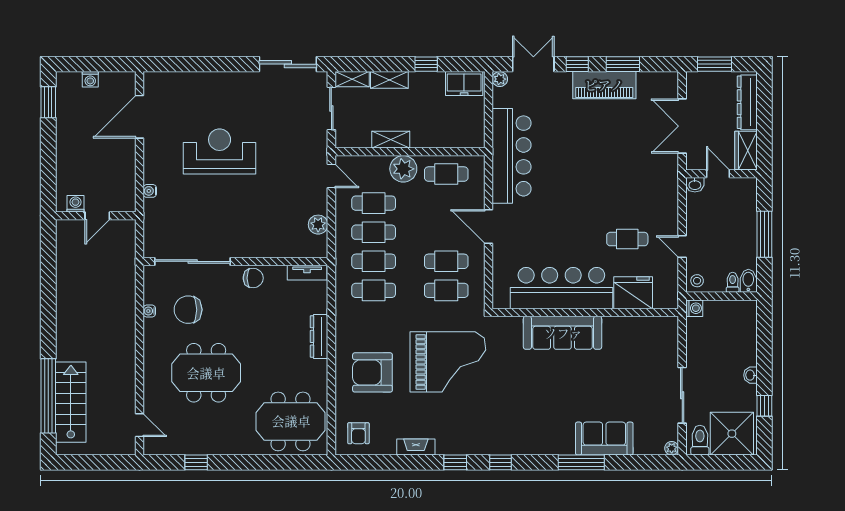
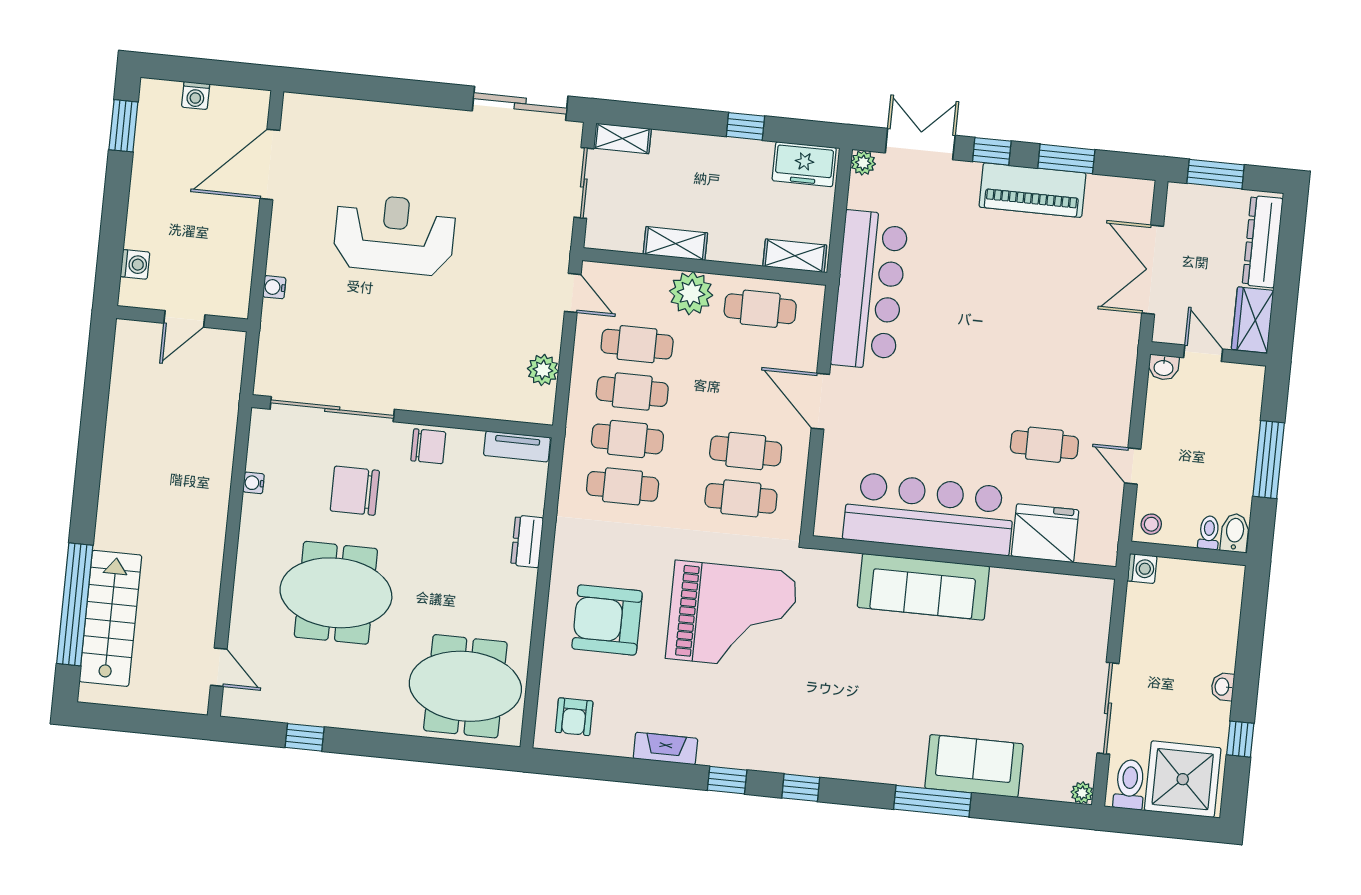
shelving: (389, 80) -> (795, 256), moved
washing machine: (76, 204) -> (135, 264), moved, turned 90
chair: (188, 310) -> (355, 491), moved
dresser: (319, 336) -> (527, 541), width x0.70

